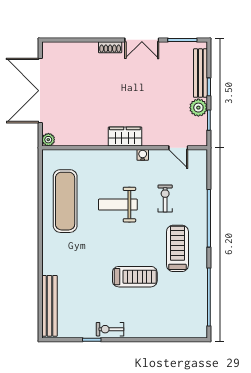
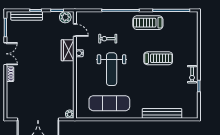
plant: (198, 108) -> (65, 17), moved
wardrobe: (125, 137) -> (68, 50), moved
door: (178, 148) -> (75, 30), hinge flipped
weight bench: (118, 205) -> (112, 69), width x1.36, depth x1.33
treadmill: (177, 248) -> (148, 23), moved
treadmill: (135, 277) -> (158, 58), turned 90
bench: (49, 306) -> (162, 113), moved

